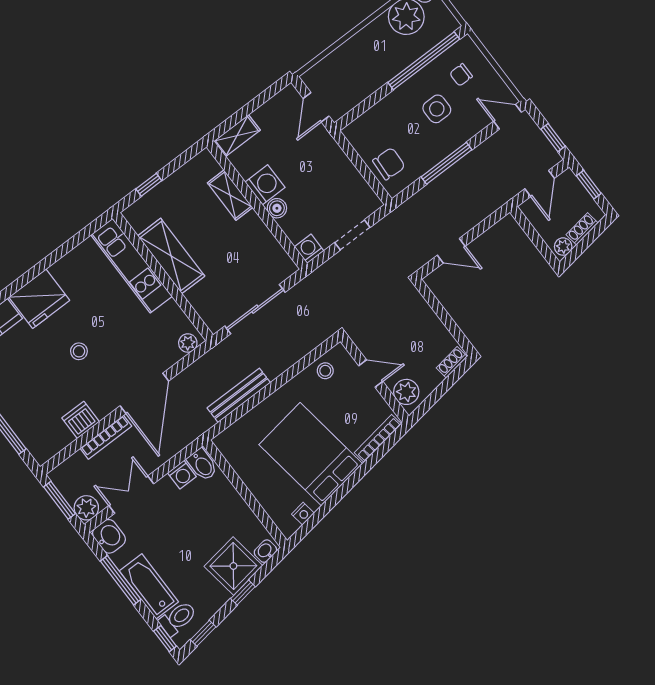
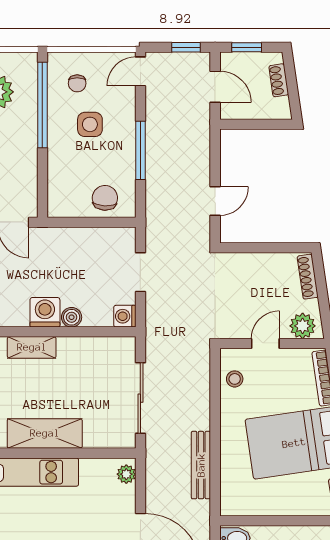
plant: (563, 247) -> (281, 107), removed
shoe rack: (452, 362) -> (308, 277), width x1.43

